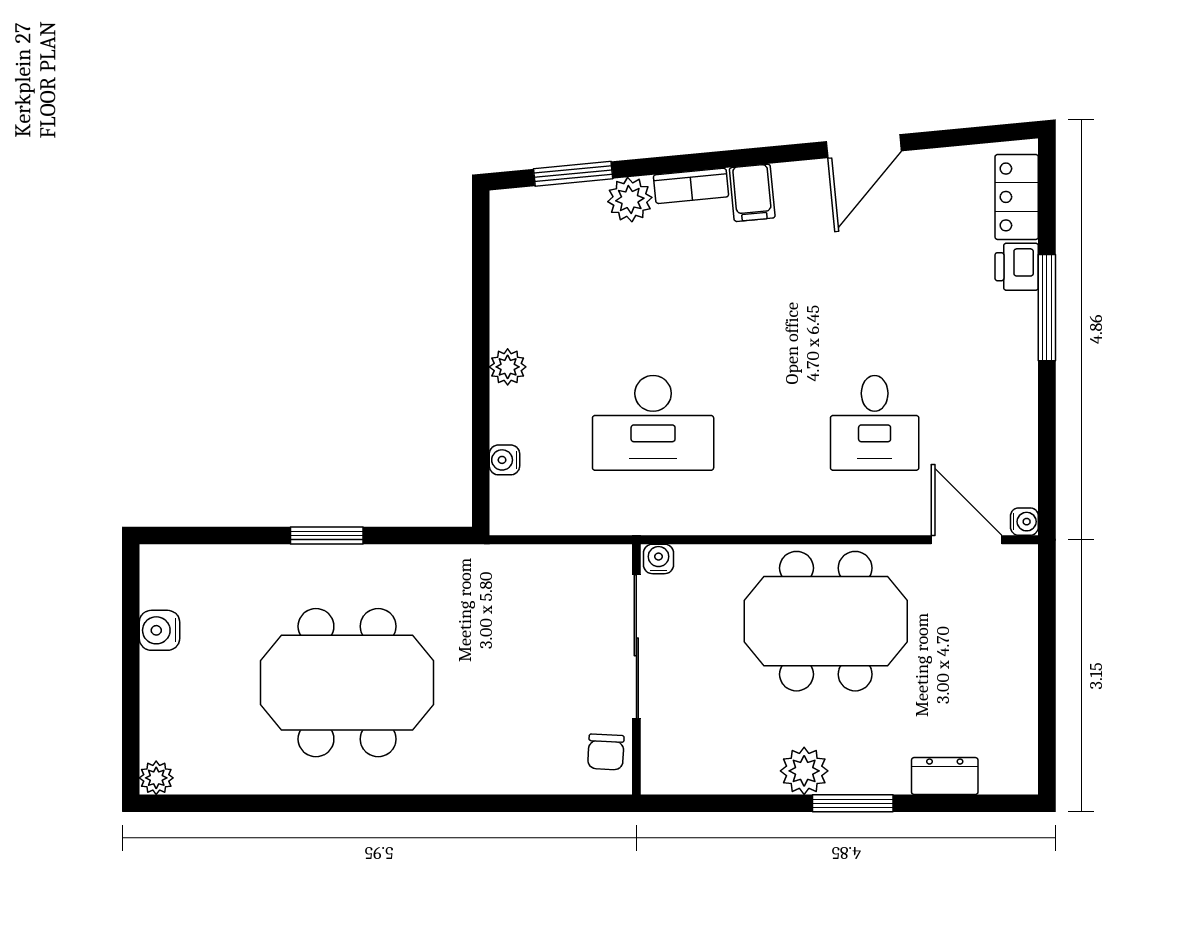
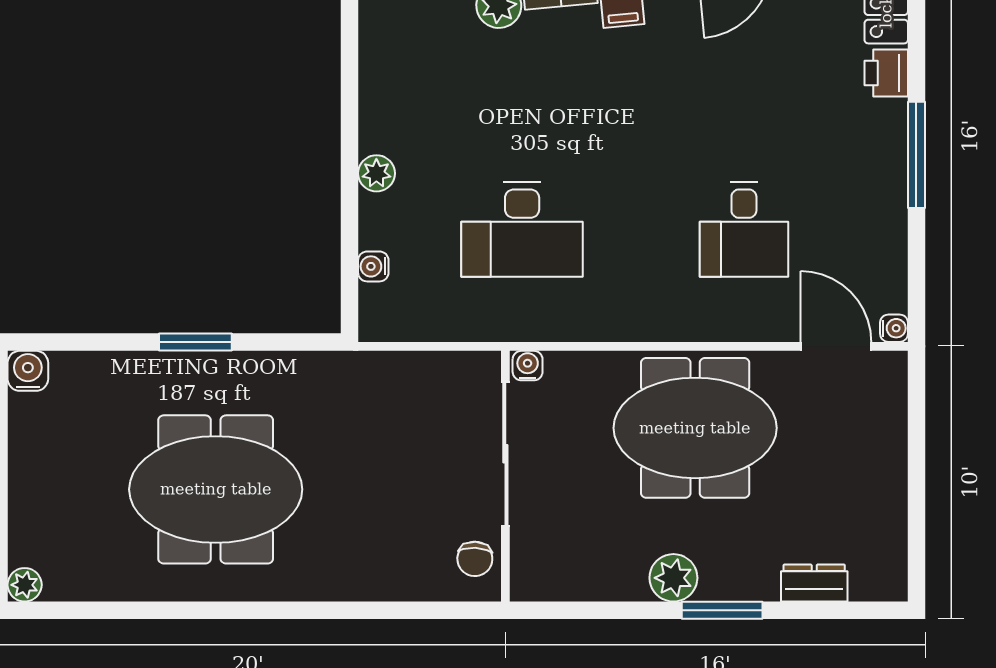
window: (1047, 308) -> (916, 155), moved
water cooler: (159, 630) -> (28, 371), moved, turned 90

